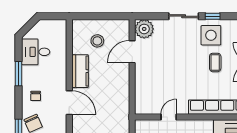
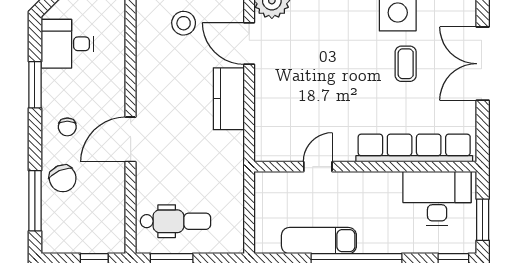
door: (132, 52) -> (249, 43), hinge flipped
kitchen counter: (80, 71) -> (229, 99), moved, turned 180
door: (69, 103) -> (131, 139), swing flipped

